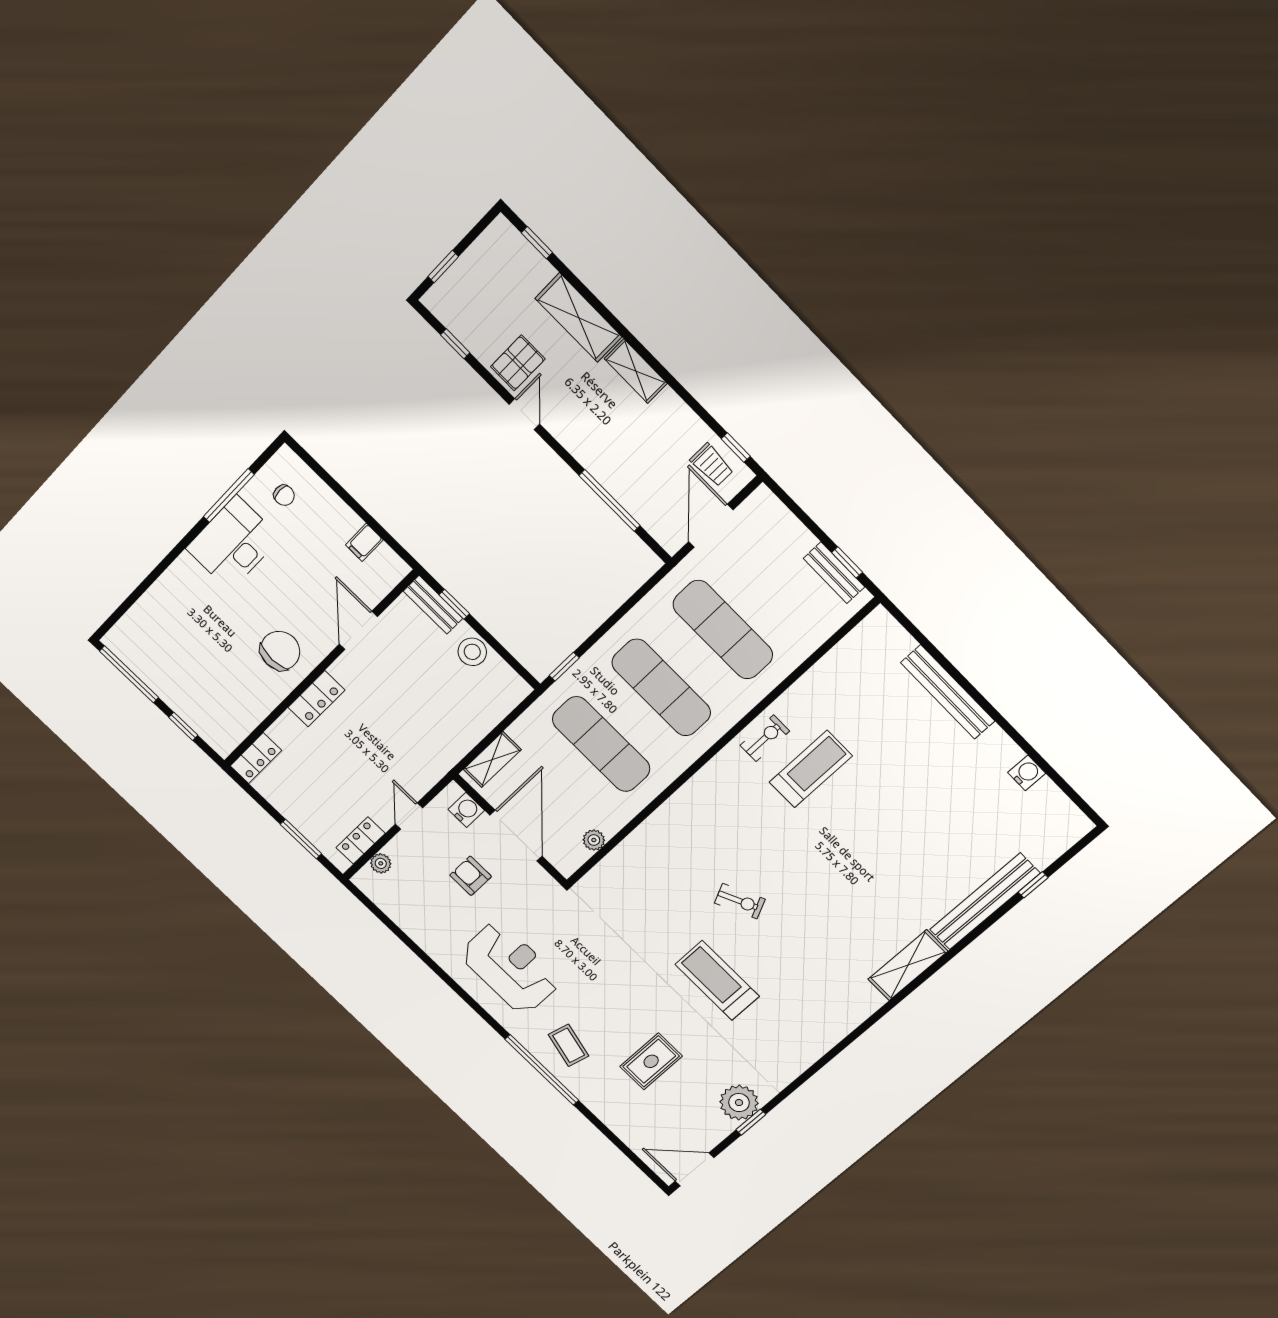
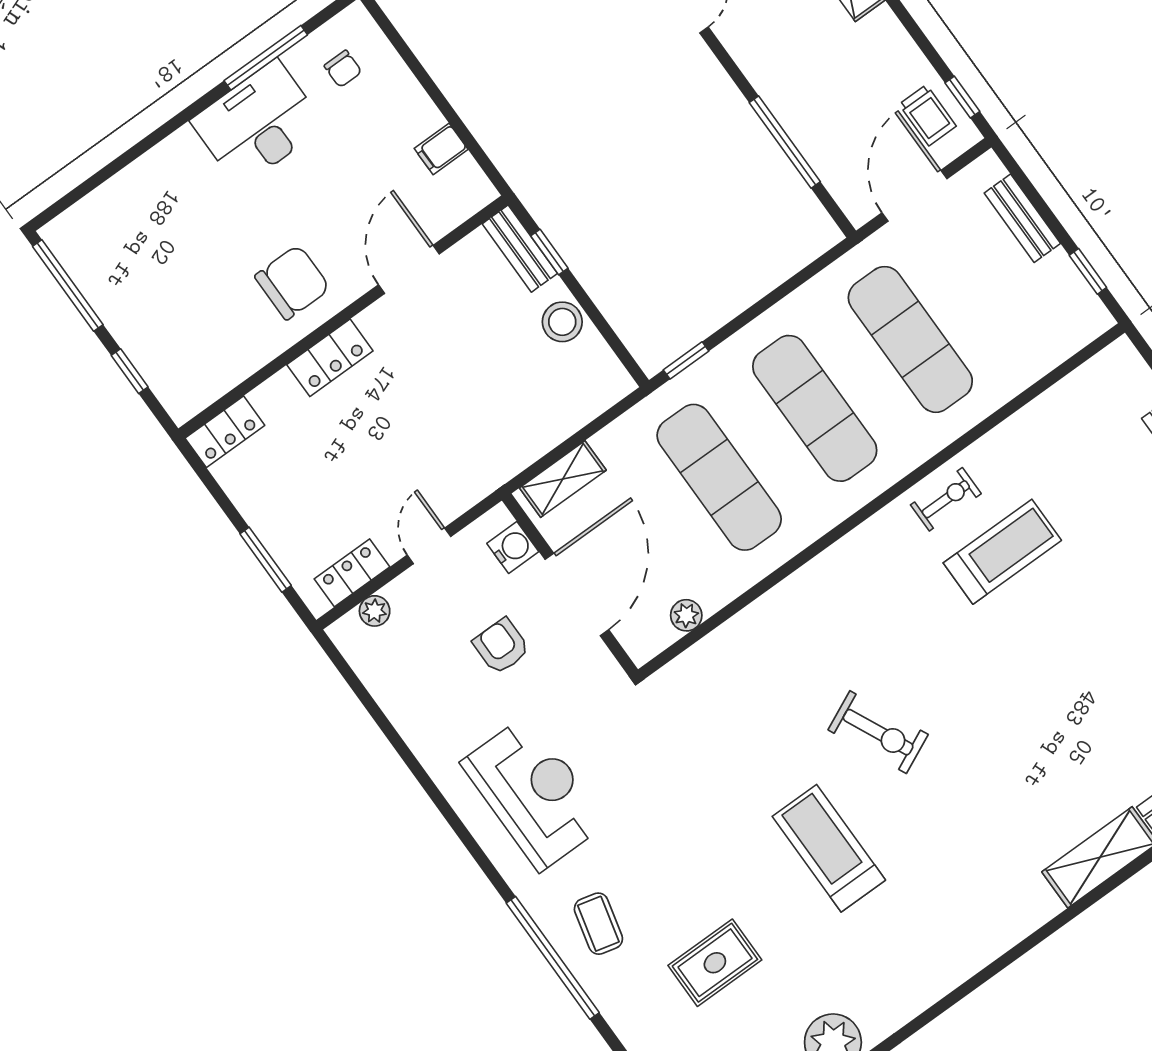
bench: (834, 573) -> (1022, 218), moved
exercise bike: (740, 901) -> (878, 732), width x1.38, depth x1.39

